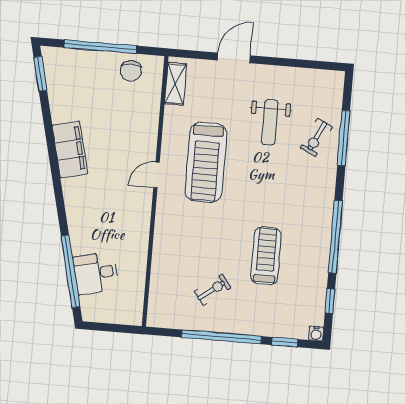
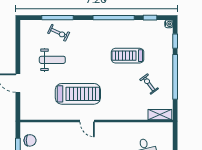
shelving: (176, 84) -> (160, 115), moved

